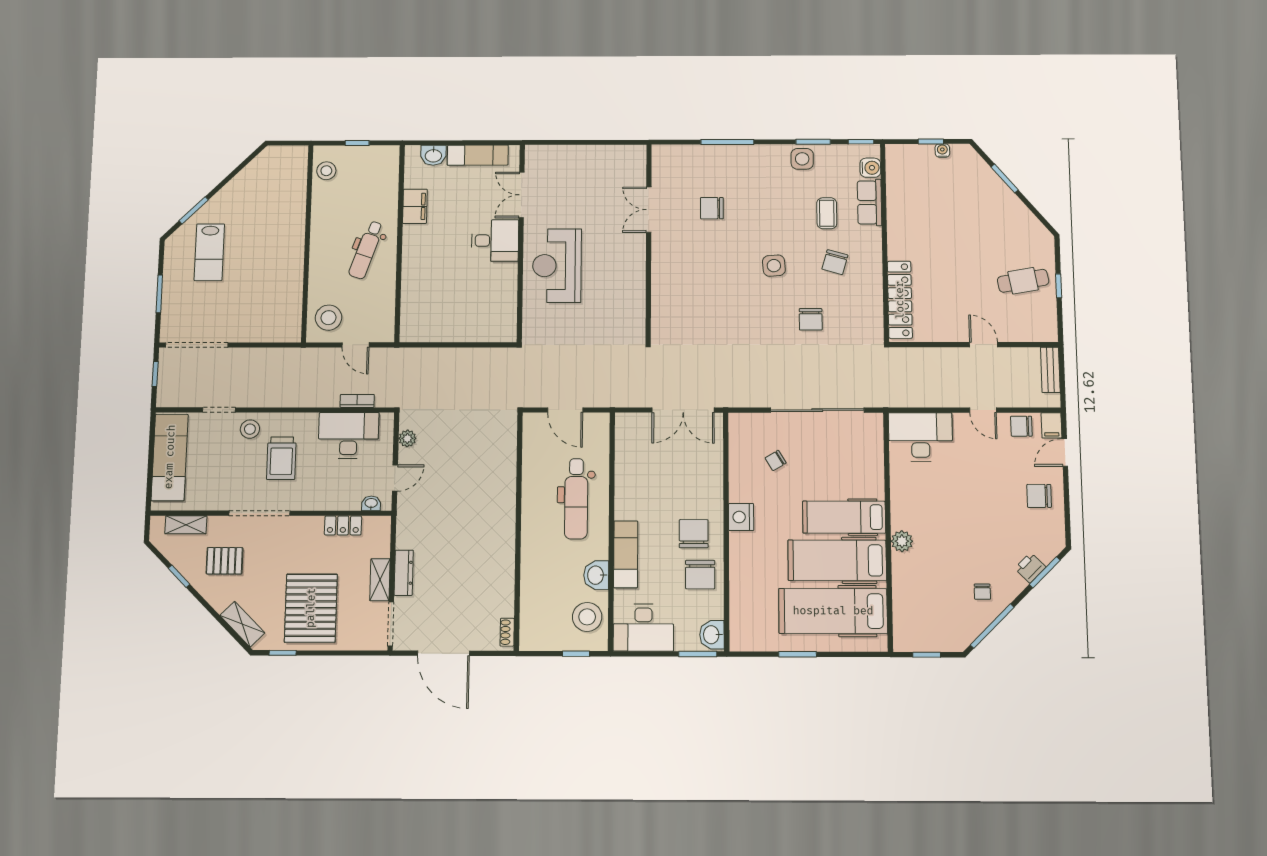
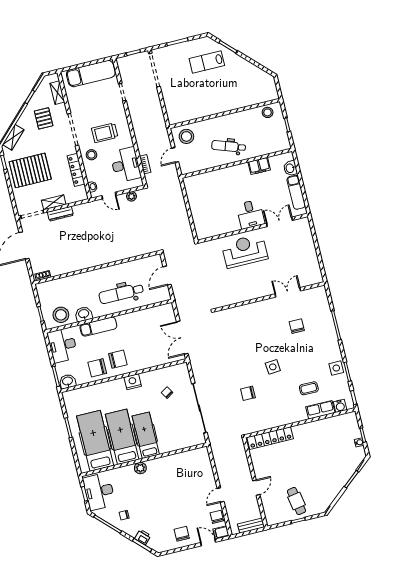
chair: (835, 262) -> (283, 399), removed
stool: (250, 429) -> (91, 155), moved
desk: (920, 437) -> (99, 492), moved, turned 180
locker: (343, 525) -> (76, 170), width x1.53

